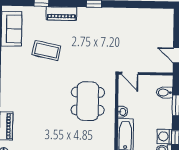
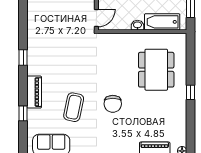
chair: (49, 87) -> (113, 104), added
dining table: (88, 101) -> (156, 70), moved, turned 90

